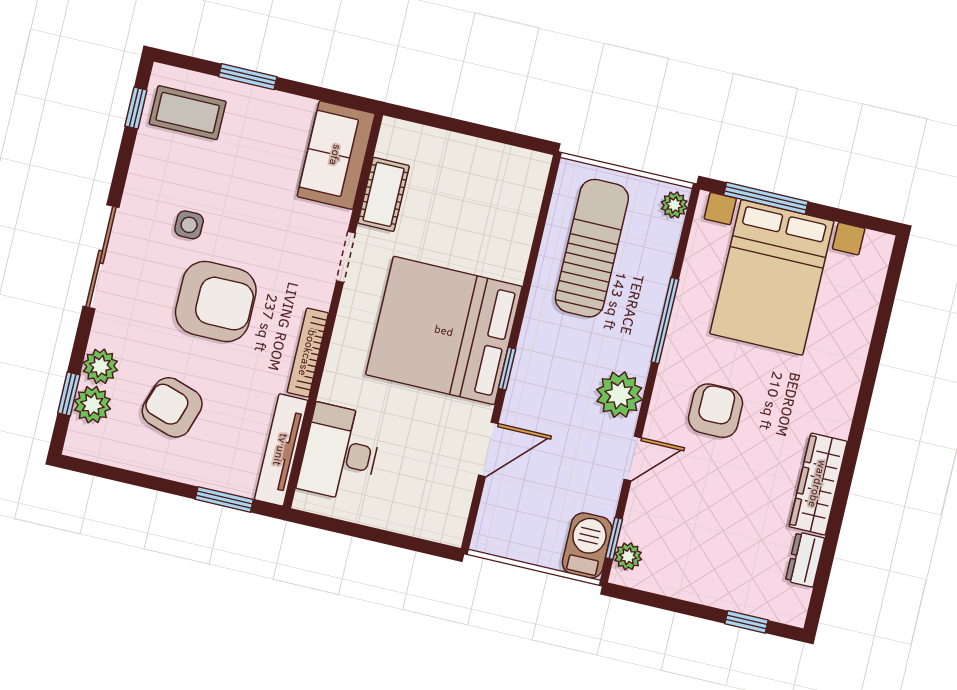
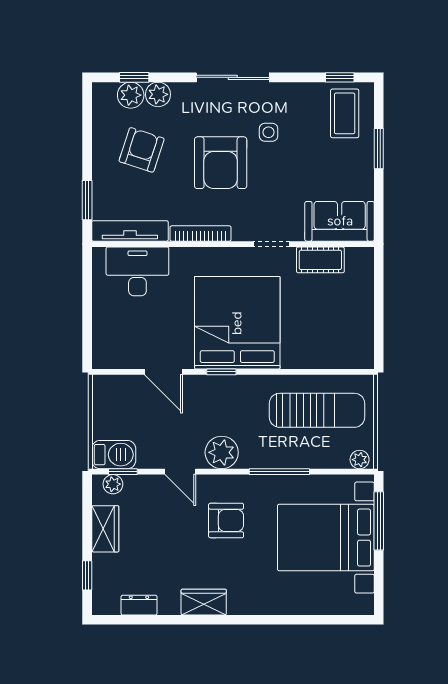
wardrobe: (818, 484) -> (204, 602), width x0.67
wardrobe: (688, 582) -> (105, 529), added

